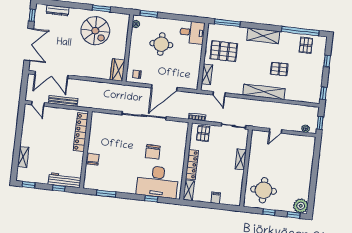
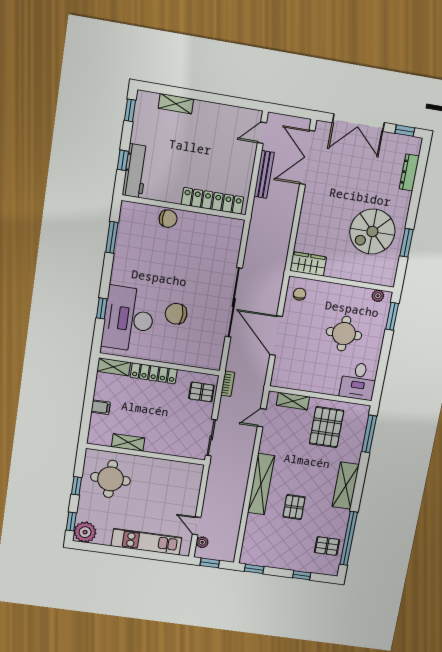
door: (276, 131) -> (197, 526), moved
shelving: (241, 159) -> (128, 442), moved
kitchen unit: (306, 165) -> (146, 542), added

